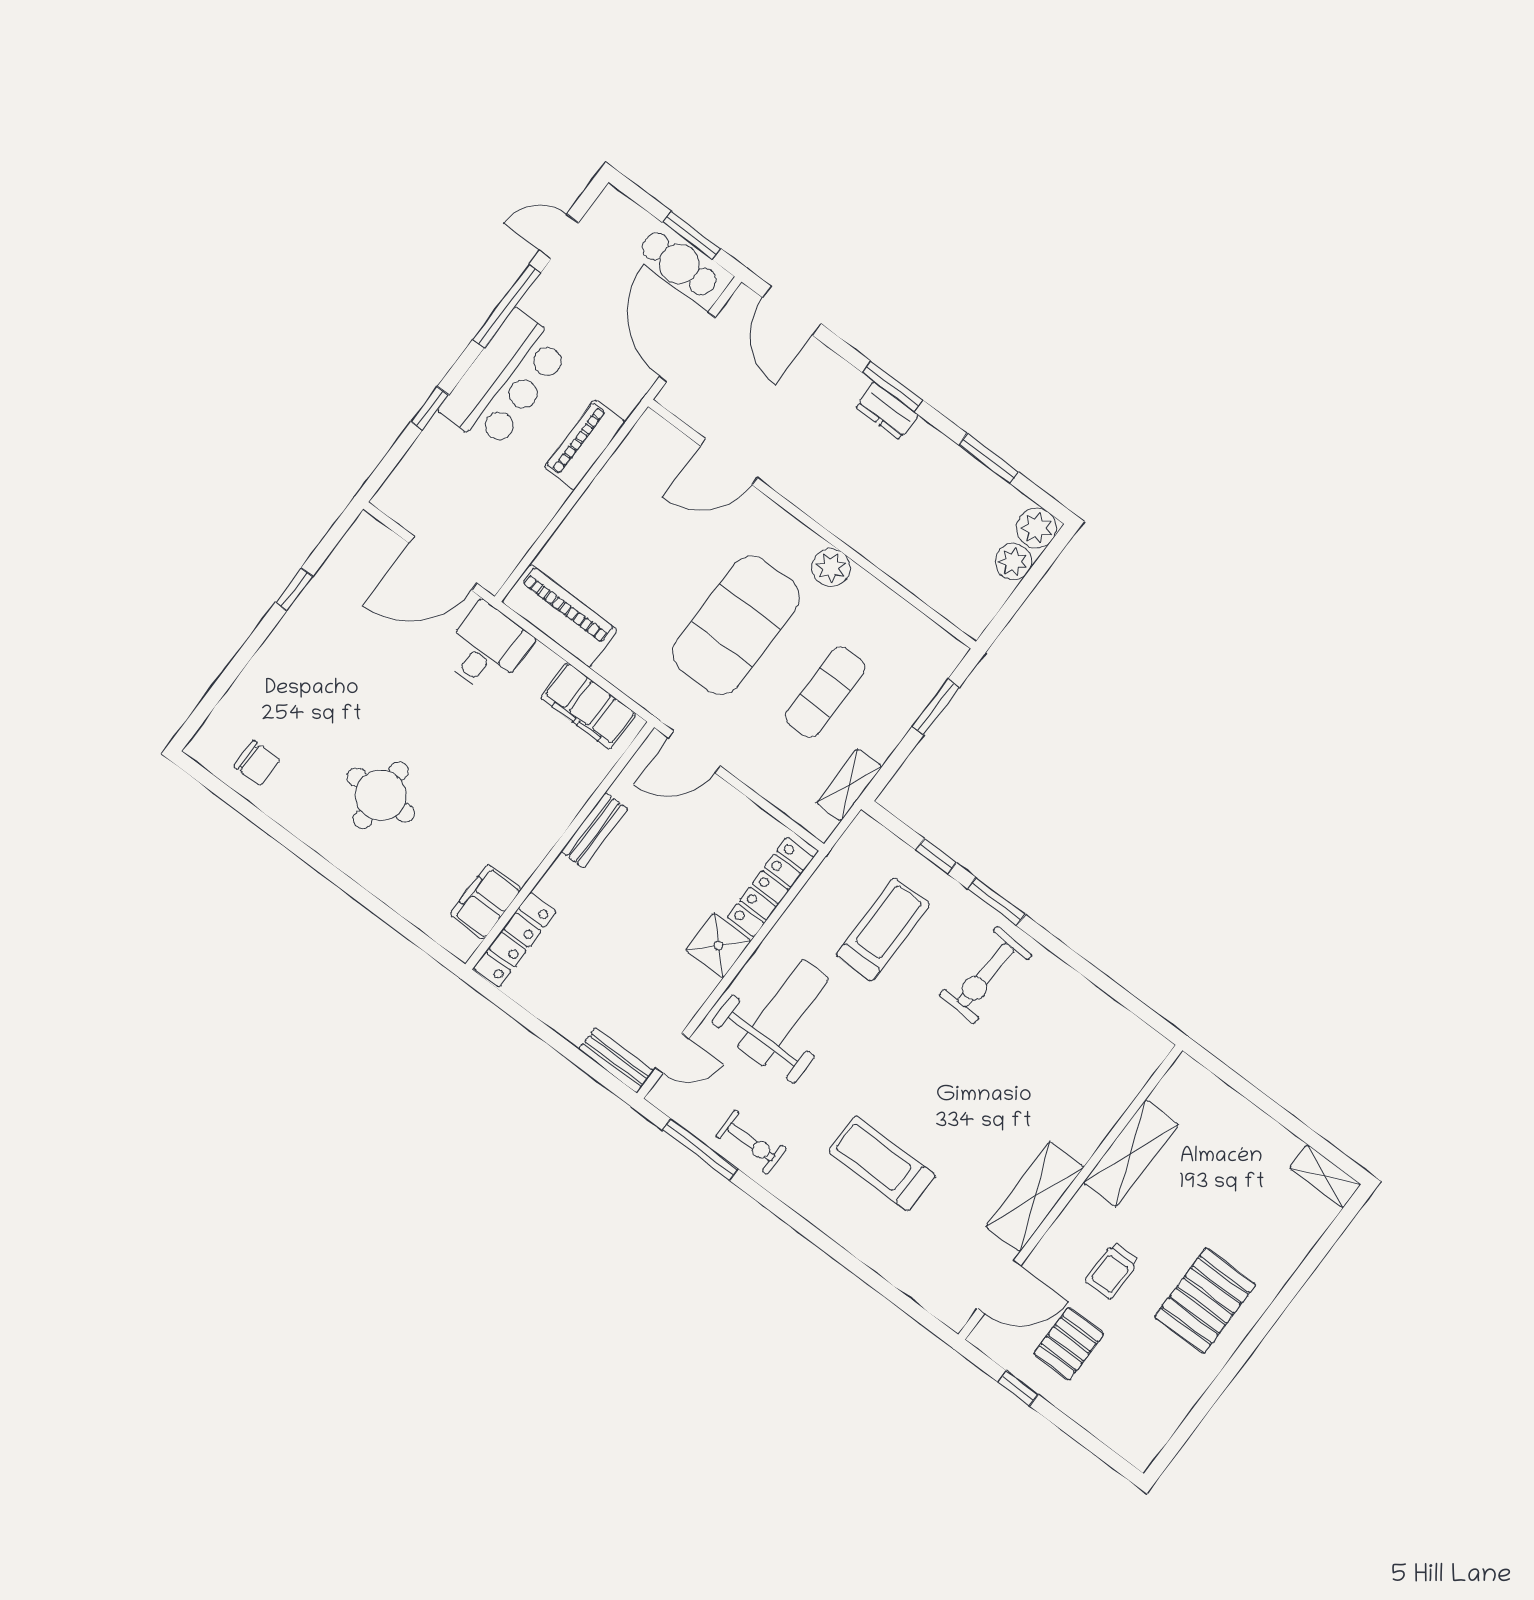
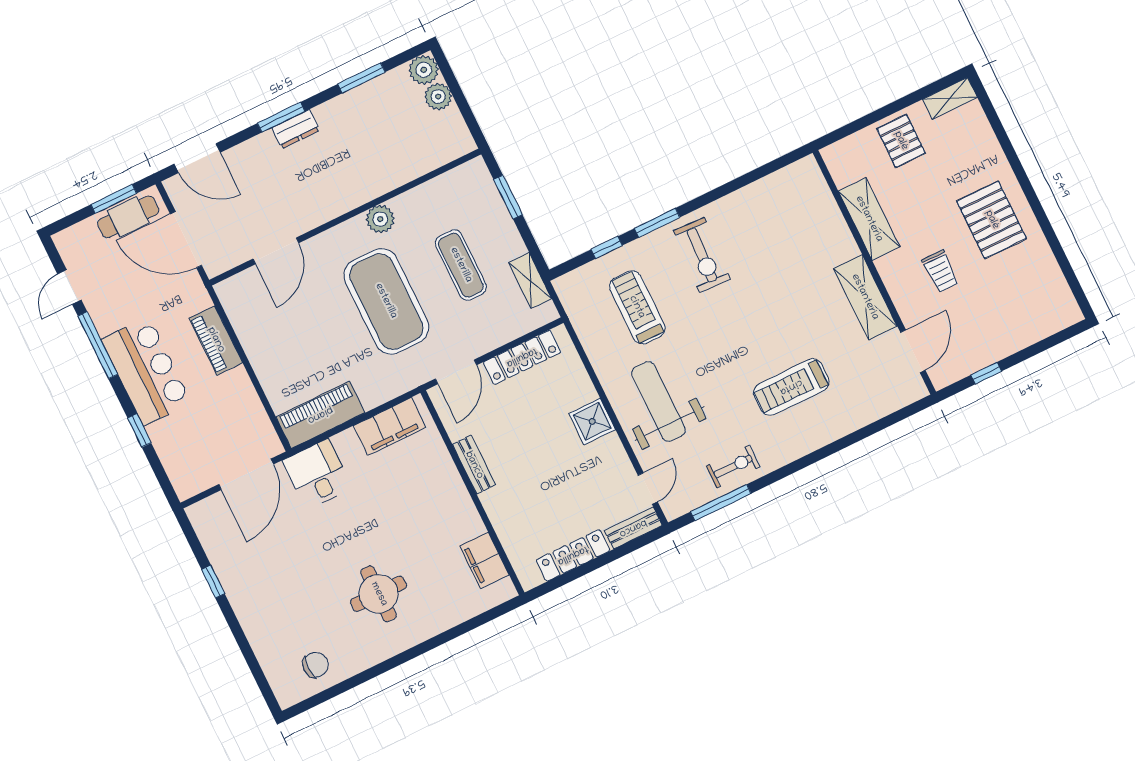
locker: (771, 887) -> (522, 357), moved, turned -90
locker: (515, 940) -> (573, 555), moved, turned -90
pallet: (1069, 1344) -> (901, 141), moved

